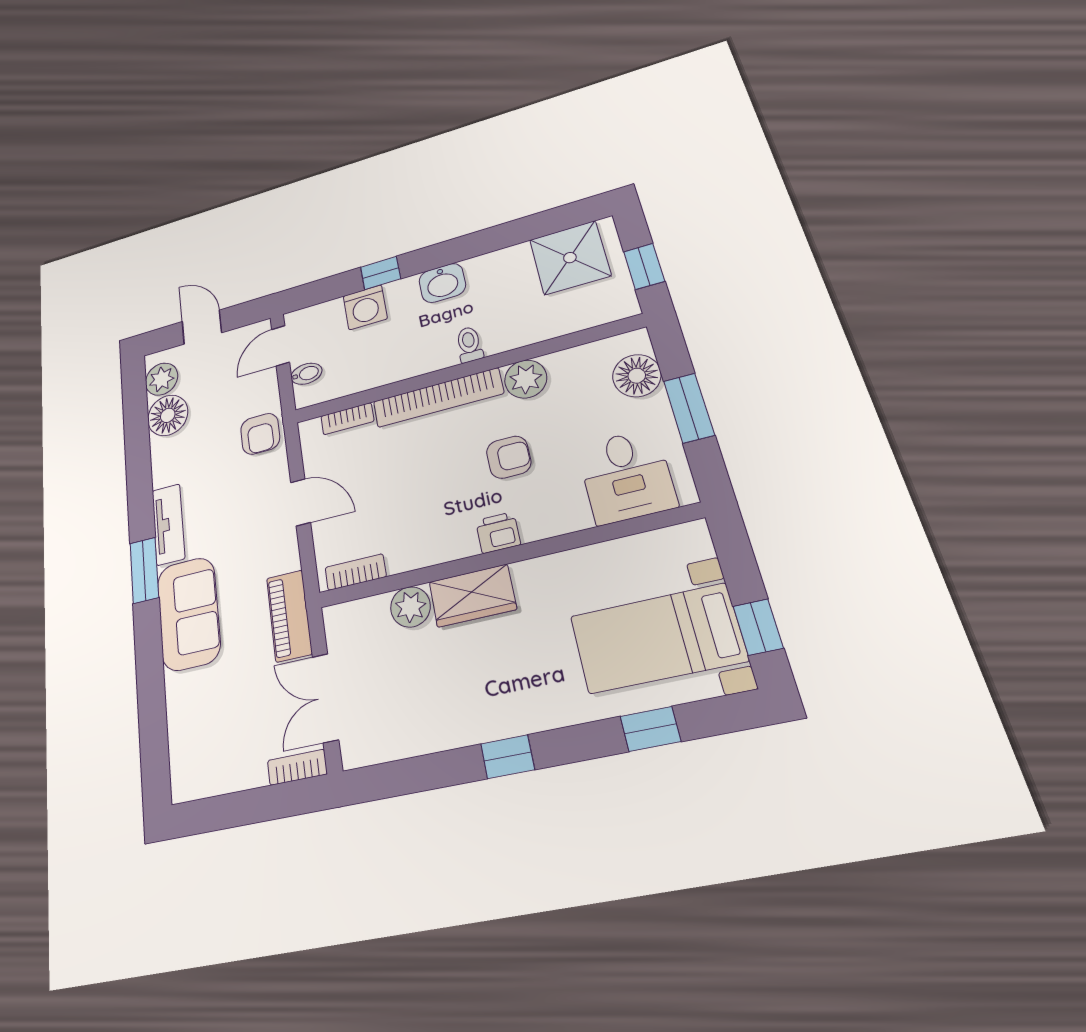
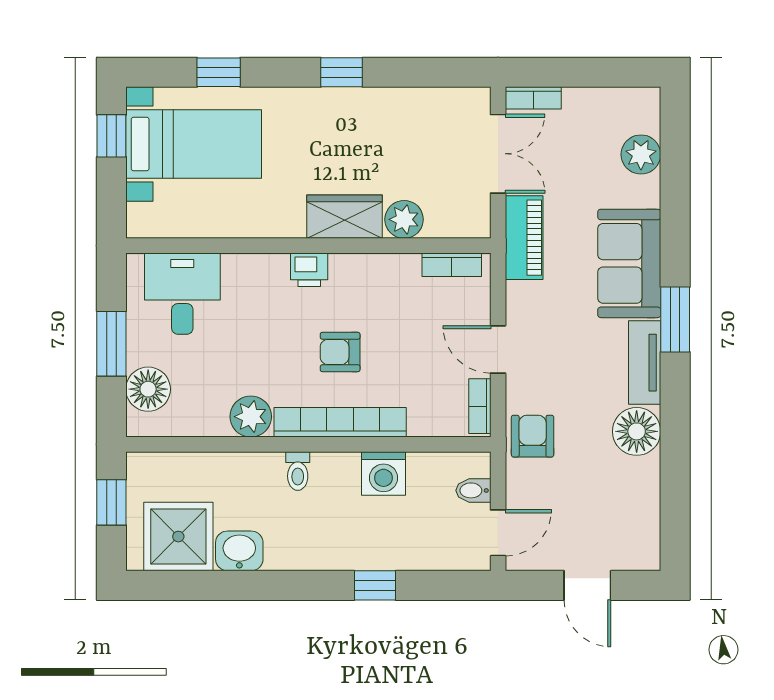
washbasin: (442, 283) -> (239, 551), moved
washing machine: (365, 307) -> (384, 473), moved, turned 180
plant: (162, 379) -> (641, 154), moved
floor lamp: (168, 415) -> (637, 431), moved
bookcase: (347, 419) -> (480, 406), moved, turned -90
armchair: (509, 457) -> (340, 352), moved

